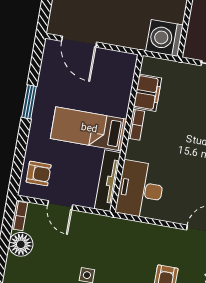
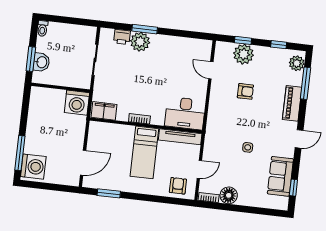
filing cabinet: (147, 93) -> (104, 111), moved
window: (29, 102) -> (109, 193), moved

